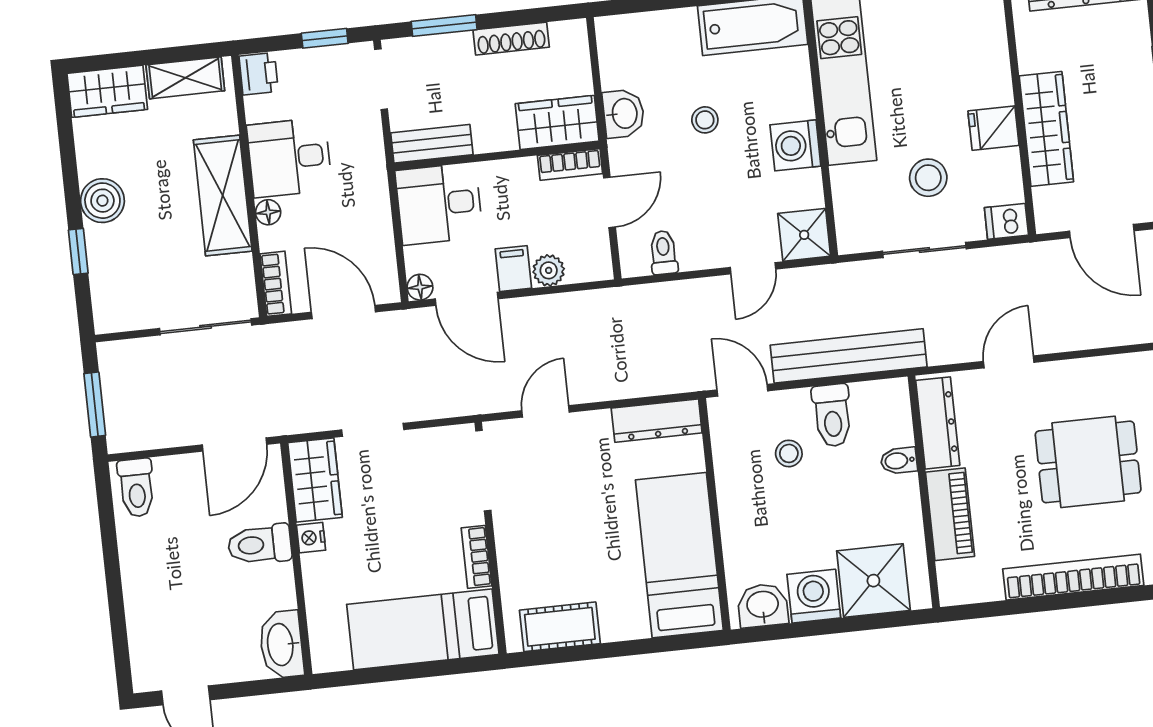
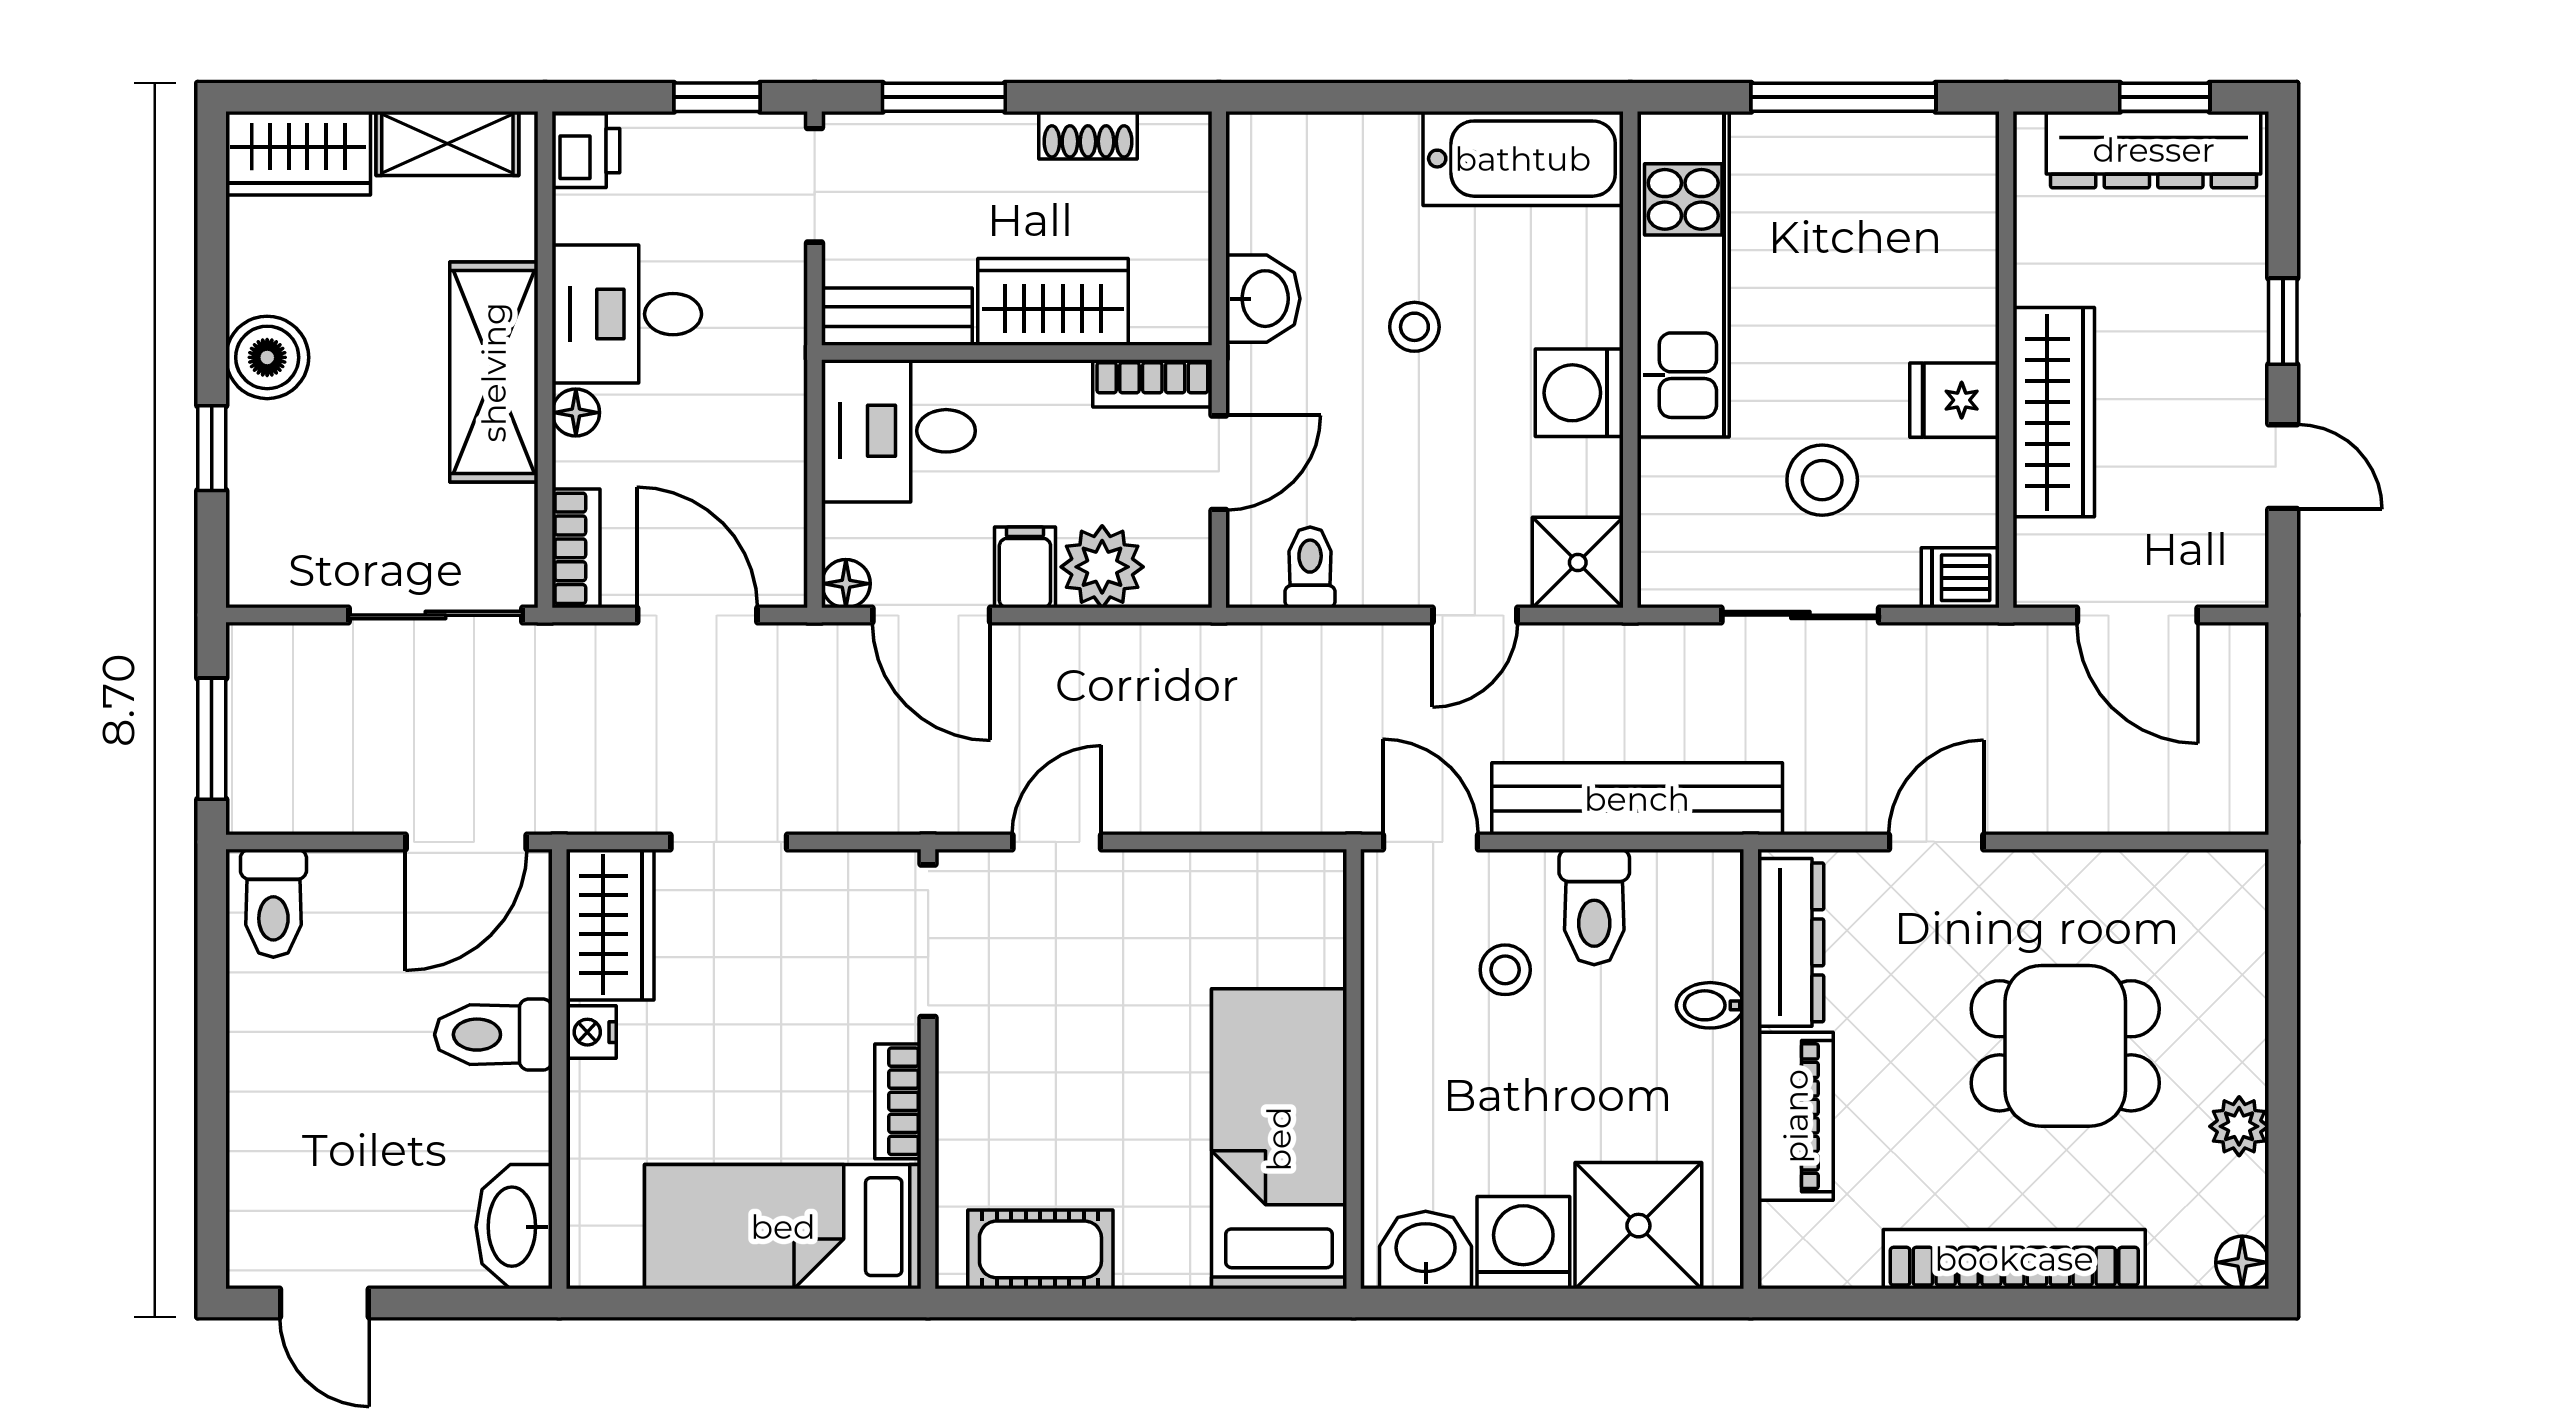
shoe rack: (511, 39) -> (1088, 135), width x0.70
wardrobe: (557, 122) -> (1053, 302), moved
plant: (549, 270) -> (1102, 567), width x1.38, depth x1.38
dresser: (657, 421) -> (1264, 882), removed

